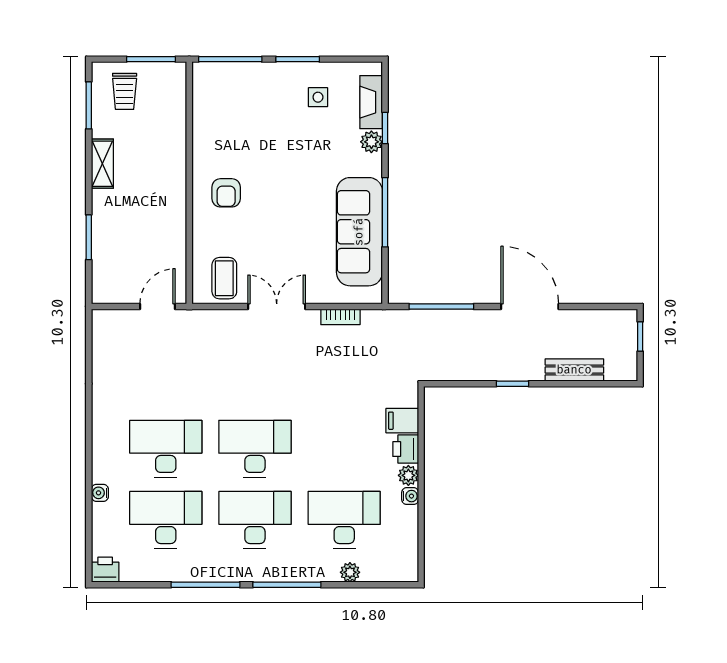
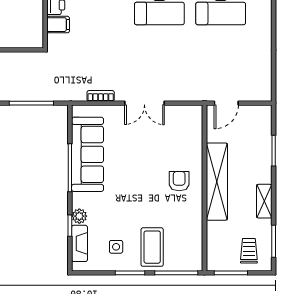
shelving: (171, 192) -> (217, 182), added
coffee table: (224, 278) -> (152, 247), moved, width x1.36, depth x1.30

